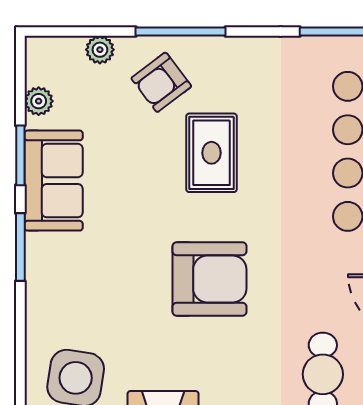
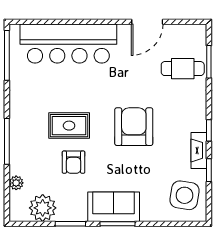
armchair: (161, 82) -> (74, 162), moved, turned 37
plant: (39, 101) -> (43, 208), width x1.87, depth x1.87
sofa: (54, 181) -> (114, 207), moved

